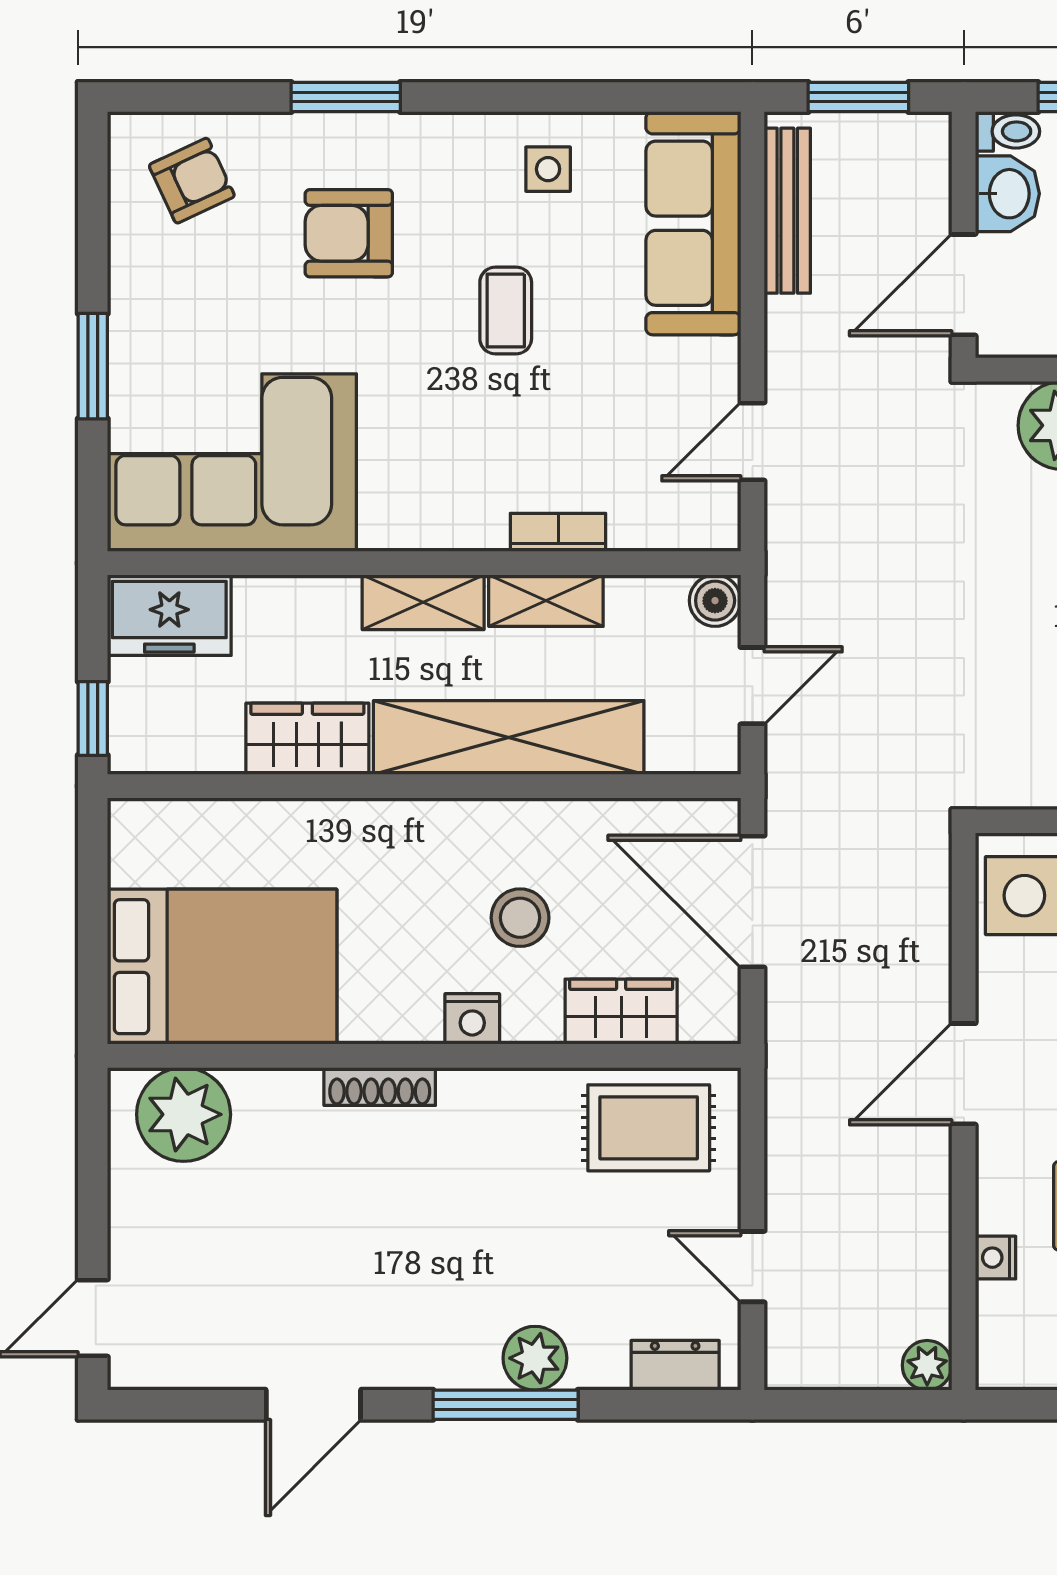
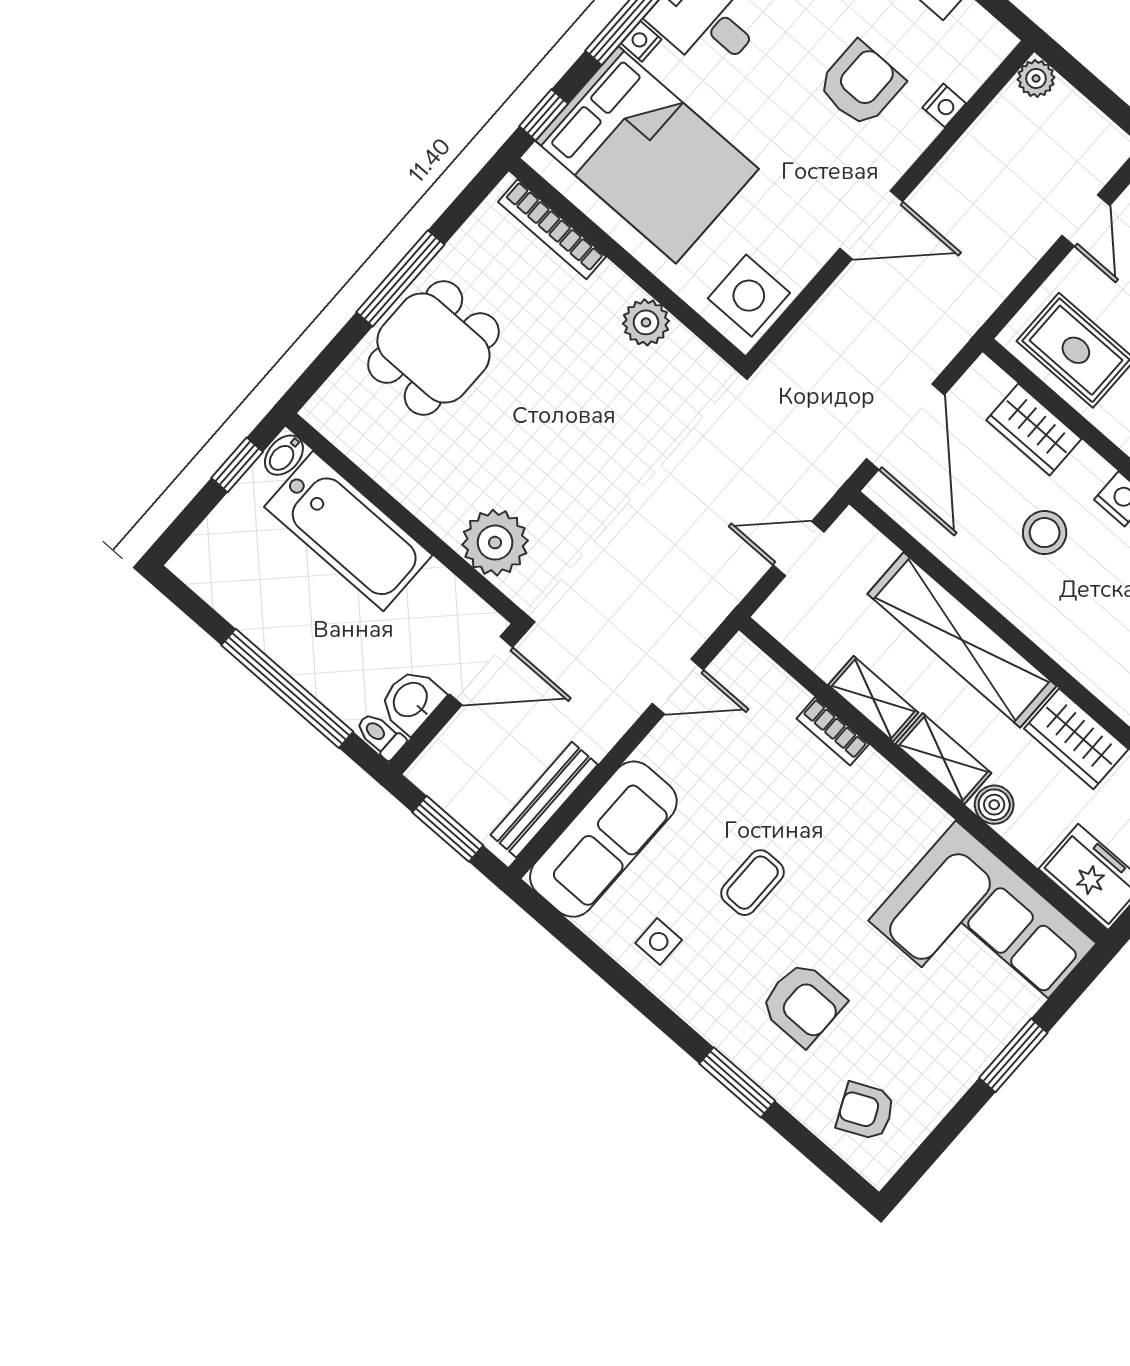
boiler: (715, 601) -> (994, 805), moved

